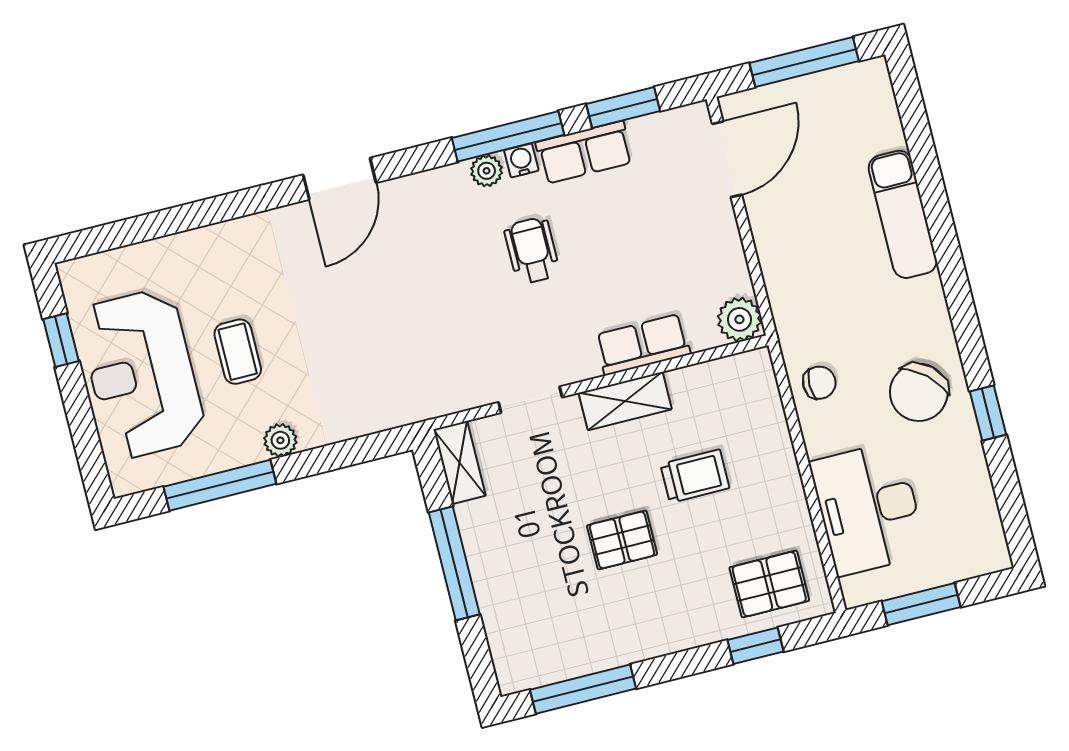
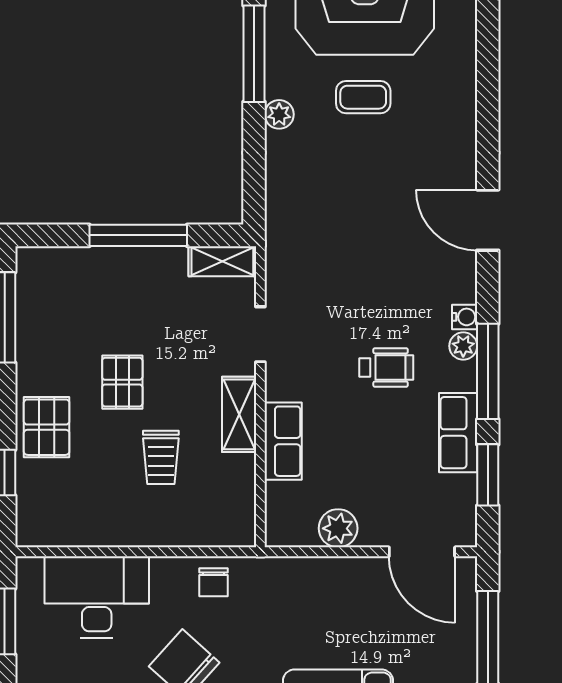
water cooler: (521, 160) -> (465, 317), moved
plant: (739, 319) -> (338, 528), moved
pallet: (769, 584) -> (47, 427), moved

